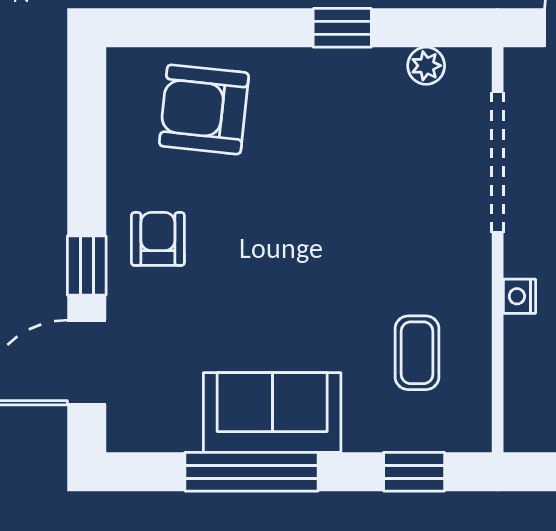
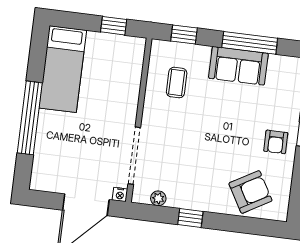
armchair: (204, 109) -> (250, 192), turned -36
nightstand: (519, 296) -> (120, 194), moved, turned 90

